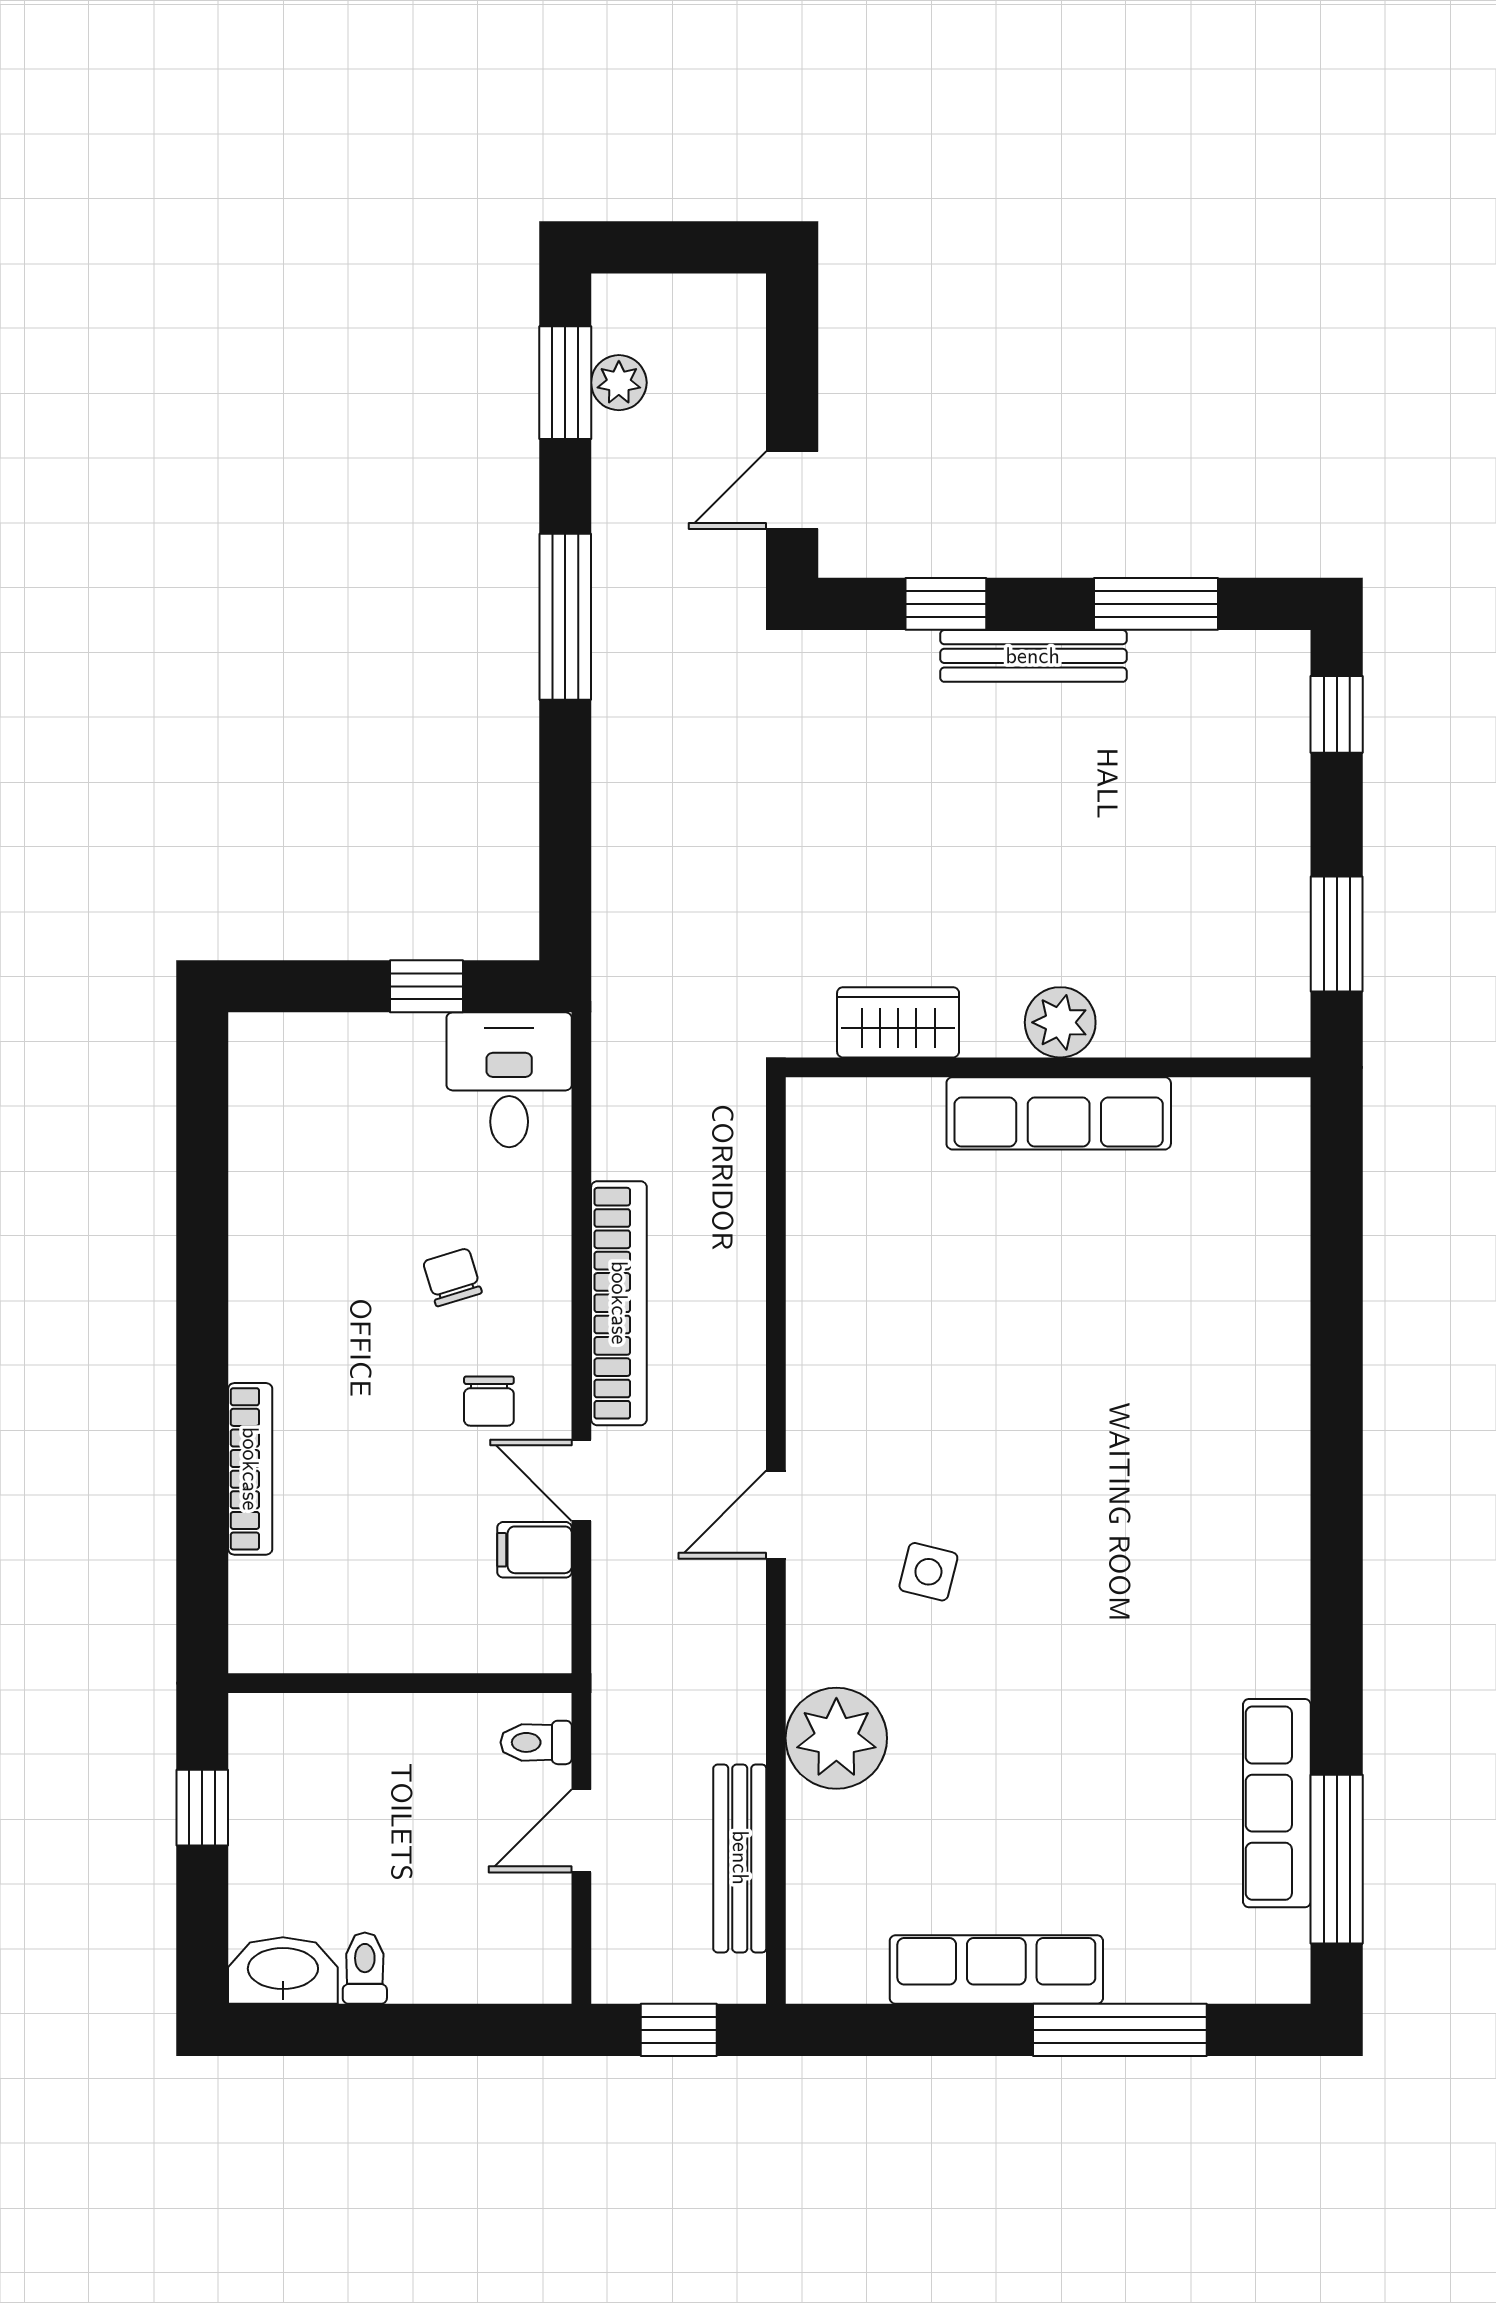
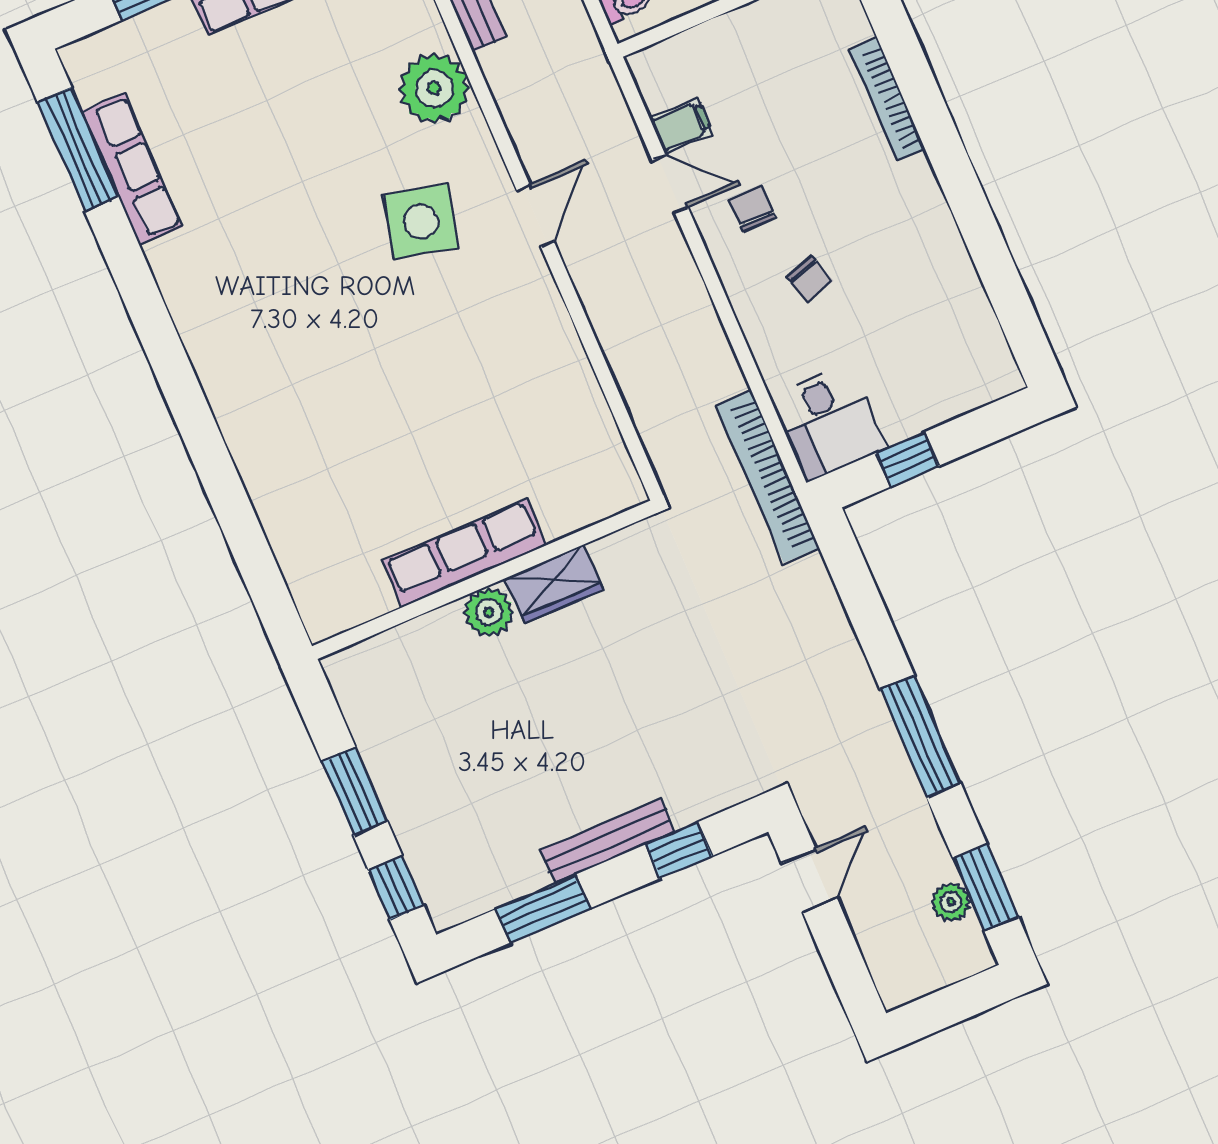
window: (1337, 934) -> (355, 791), moved
wardrobe: (898, 1022) -> (554, 584), moved
bookcase: (619, 1303) -> (768, 476), moved
side table: (928, 1572) -> (421, 221), width x1.87, depth x1.87

